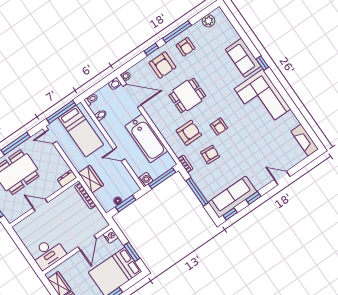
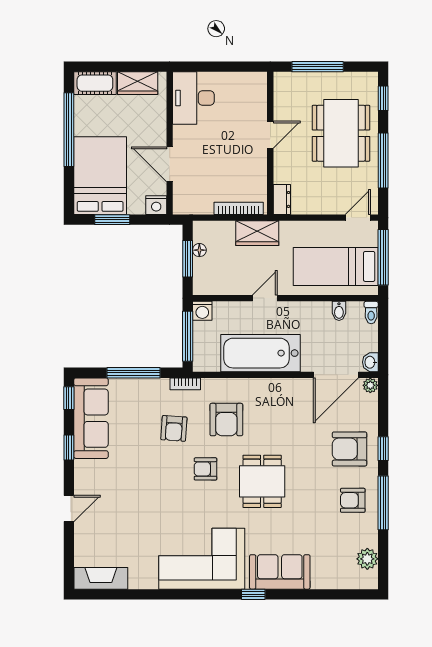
dining table: (187, 95) -> (262, 481), moved

